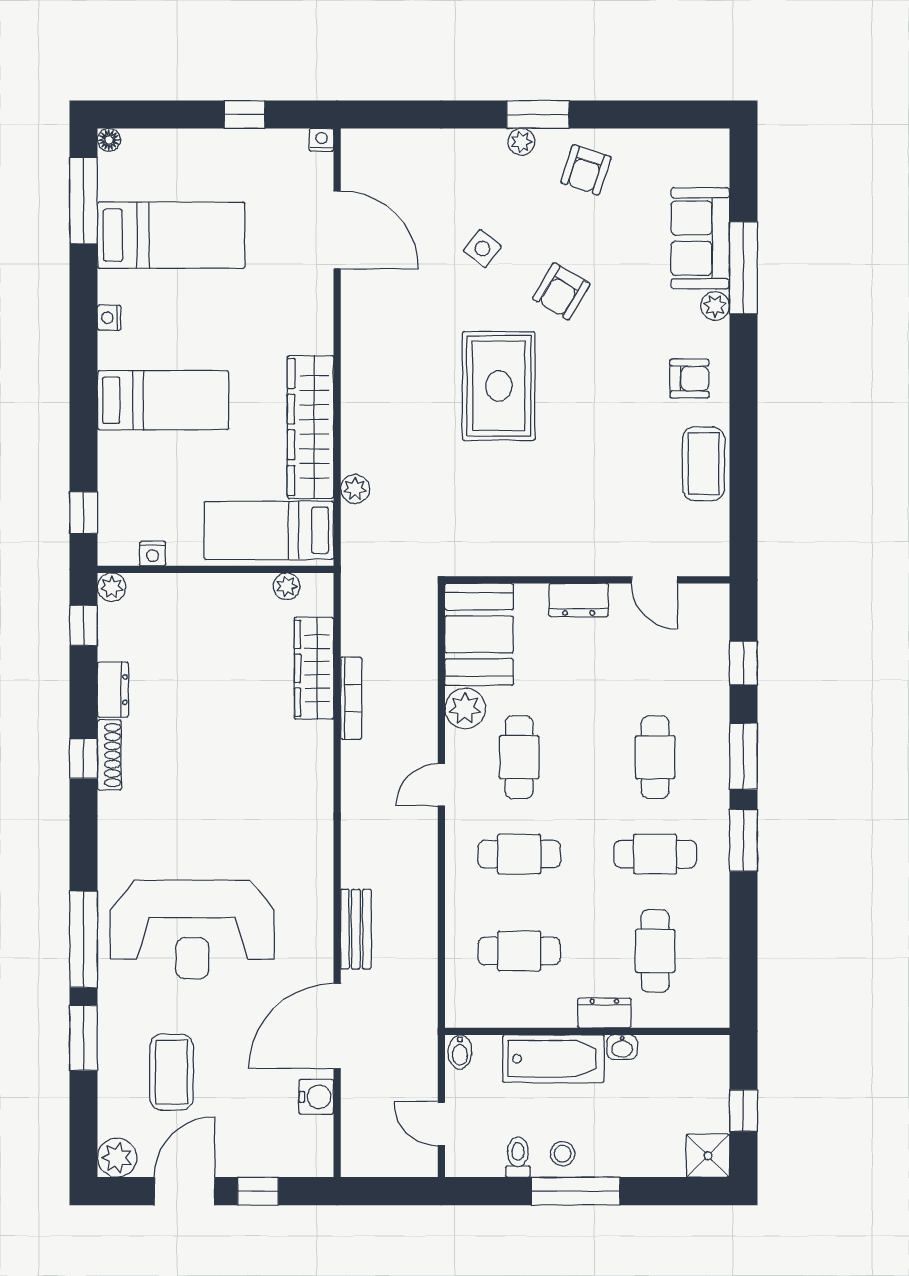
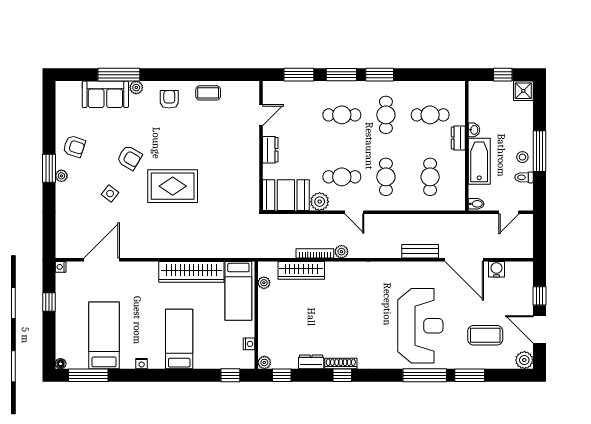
coffee table: (703, 464) -> (208, 93), width x0.73, depth x0.77
plant: (355, 489) -> (341, 252), moved
window: (743, 663) -> (299, 75), width x1.50

